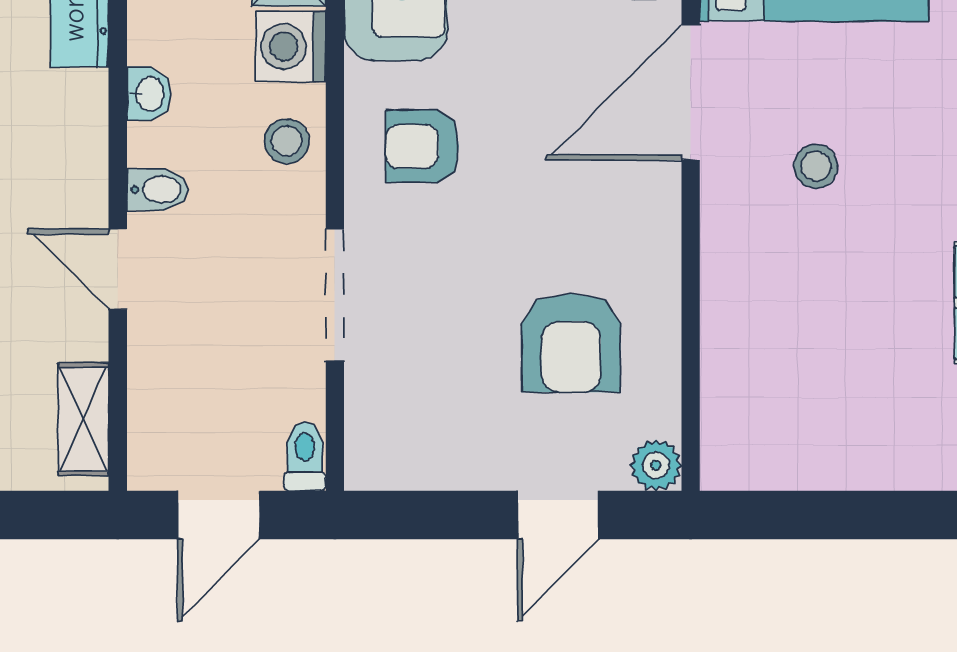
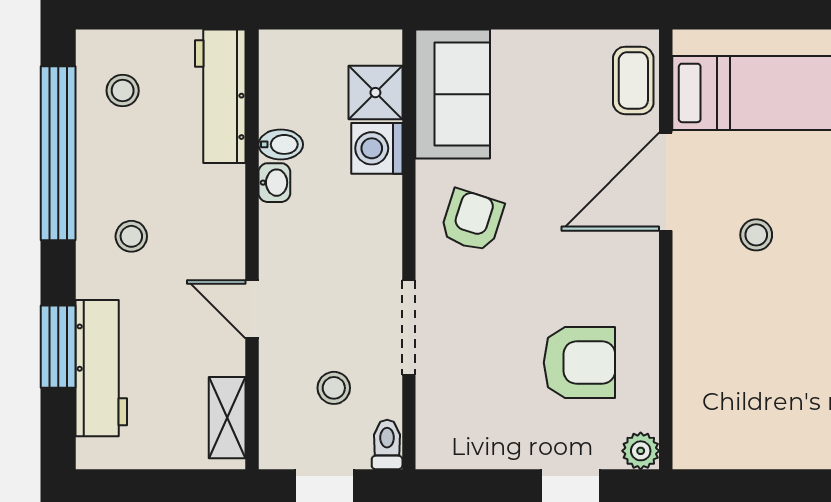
stool: (287, 141) -> (334, 388), moved
armchair: (422, 146) -> (472, 220), turned 108
bidet: (158, 190) -> (281, 144), moved
armchair: (571, 343) -> (579, 363), turned -90

